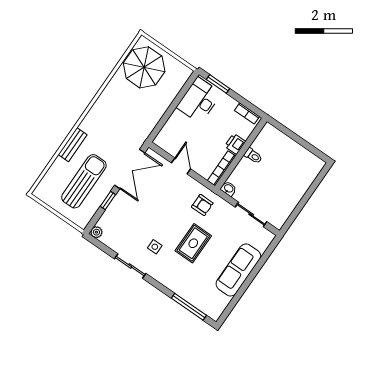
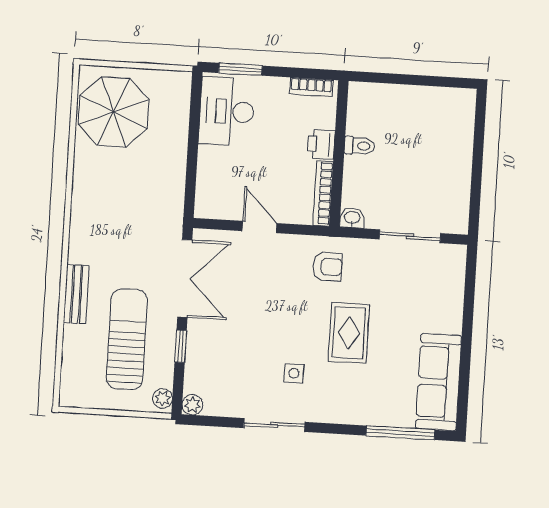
plant: (84, 220) -> (163, 398), added
sofa: (238, 270) -> (438, 382), moved

